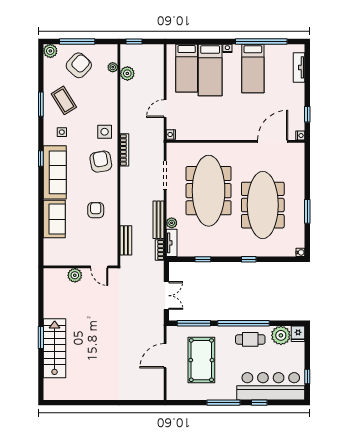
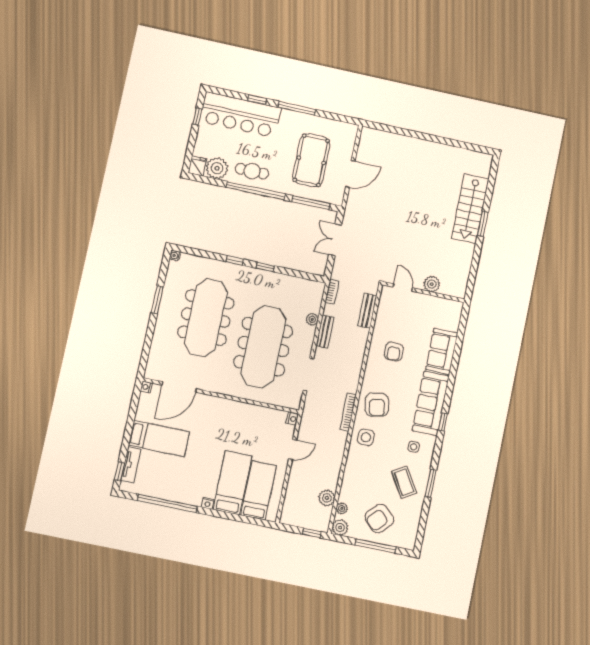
plant: (50, 51) -> (340, 527), moved
bed: (253, 69) -> (159, 439), moved, turned 90
window: (307, 114) -> (120, 471), moved
bench: (159, 220) -> (325, 331), width x0.73
tv unit: (172, 243) -> (317, 297), removed
window: (203, 259) -> (265, 267), moved

